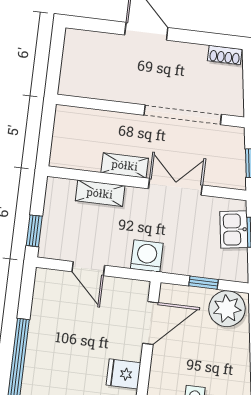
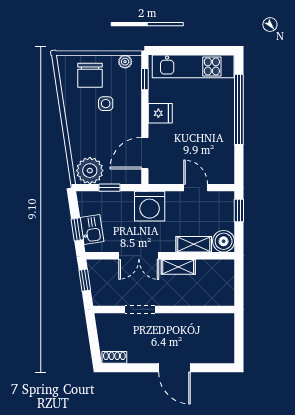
doorway: (183, 115) -> (140, 309), width x0.53
boiler: (60, 192) -> (224, 241), added
washing machine: (147, 256) -> (150, 206), width x1.37, depth x1.37

